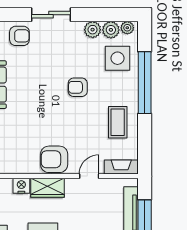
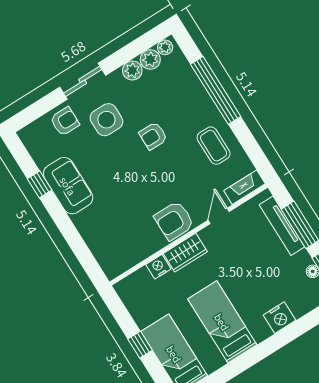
side table: (117, 58) -> (106, 120), moved

